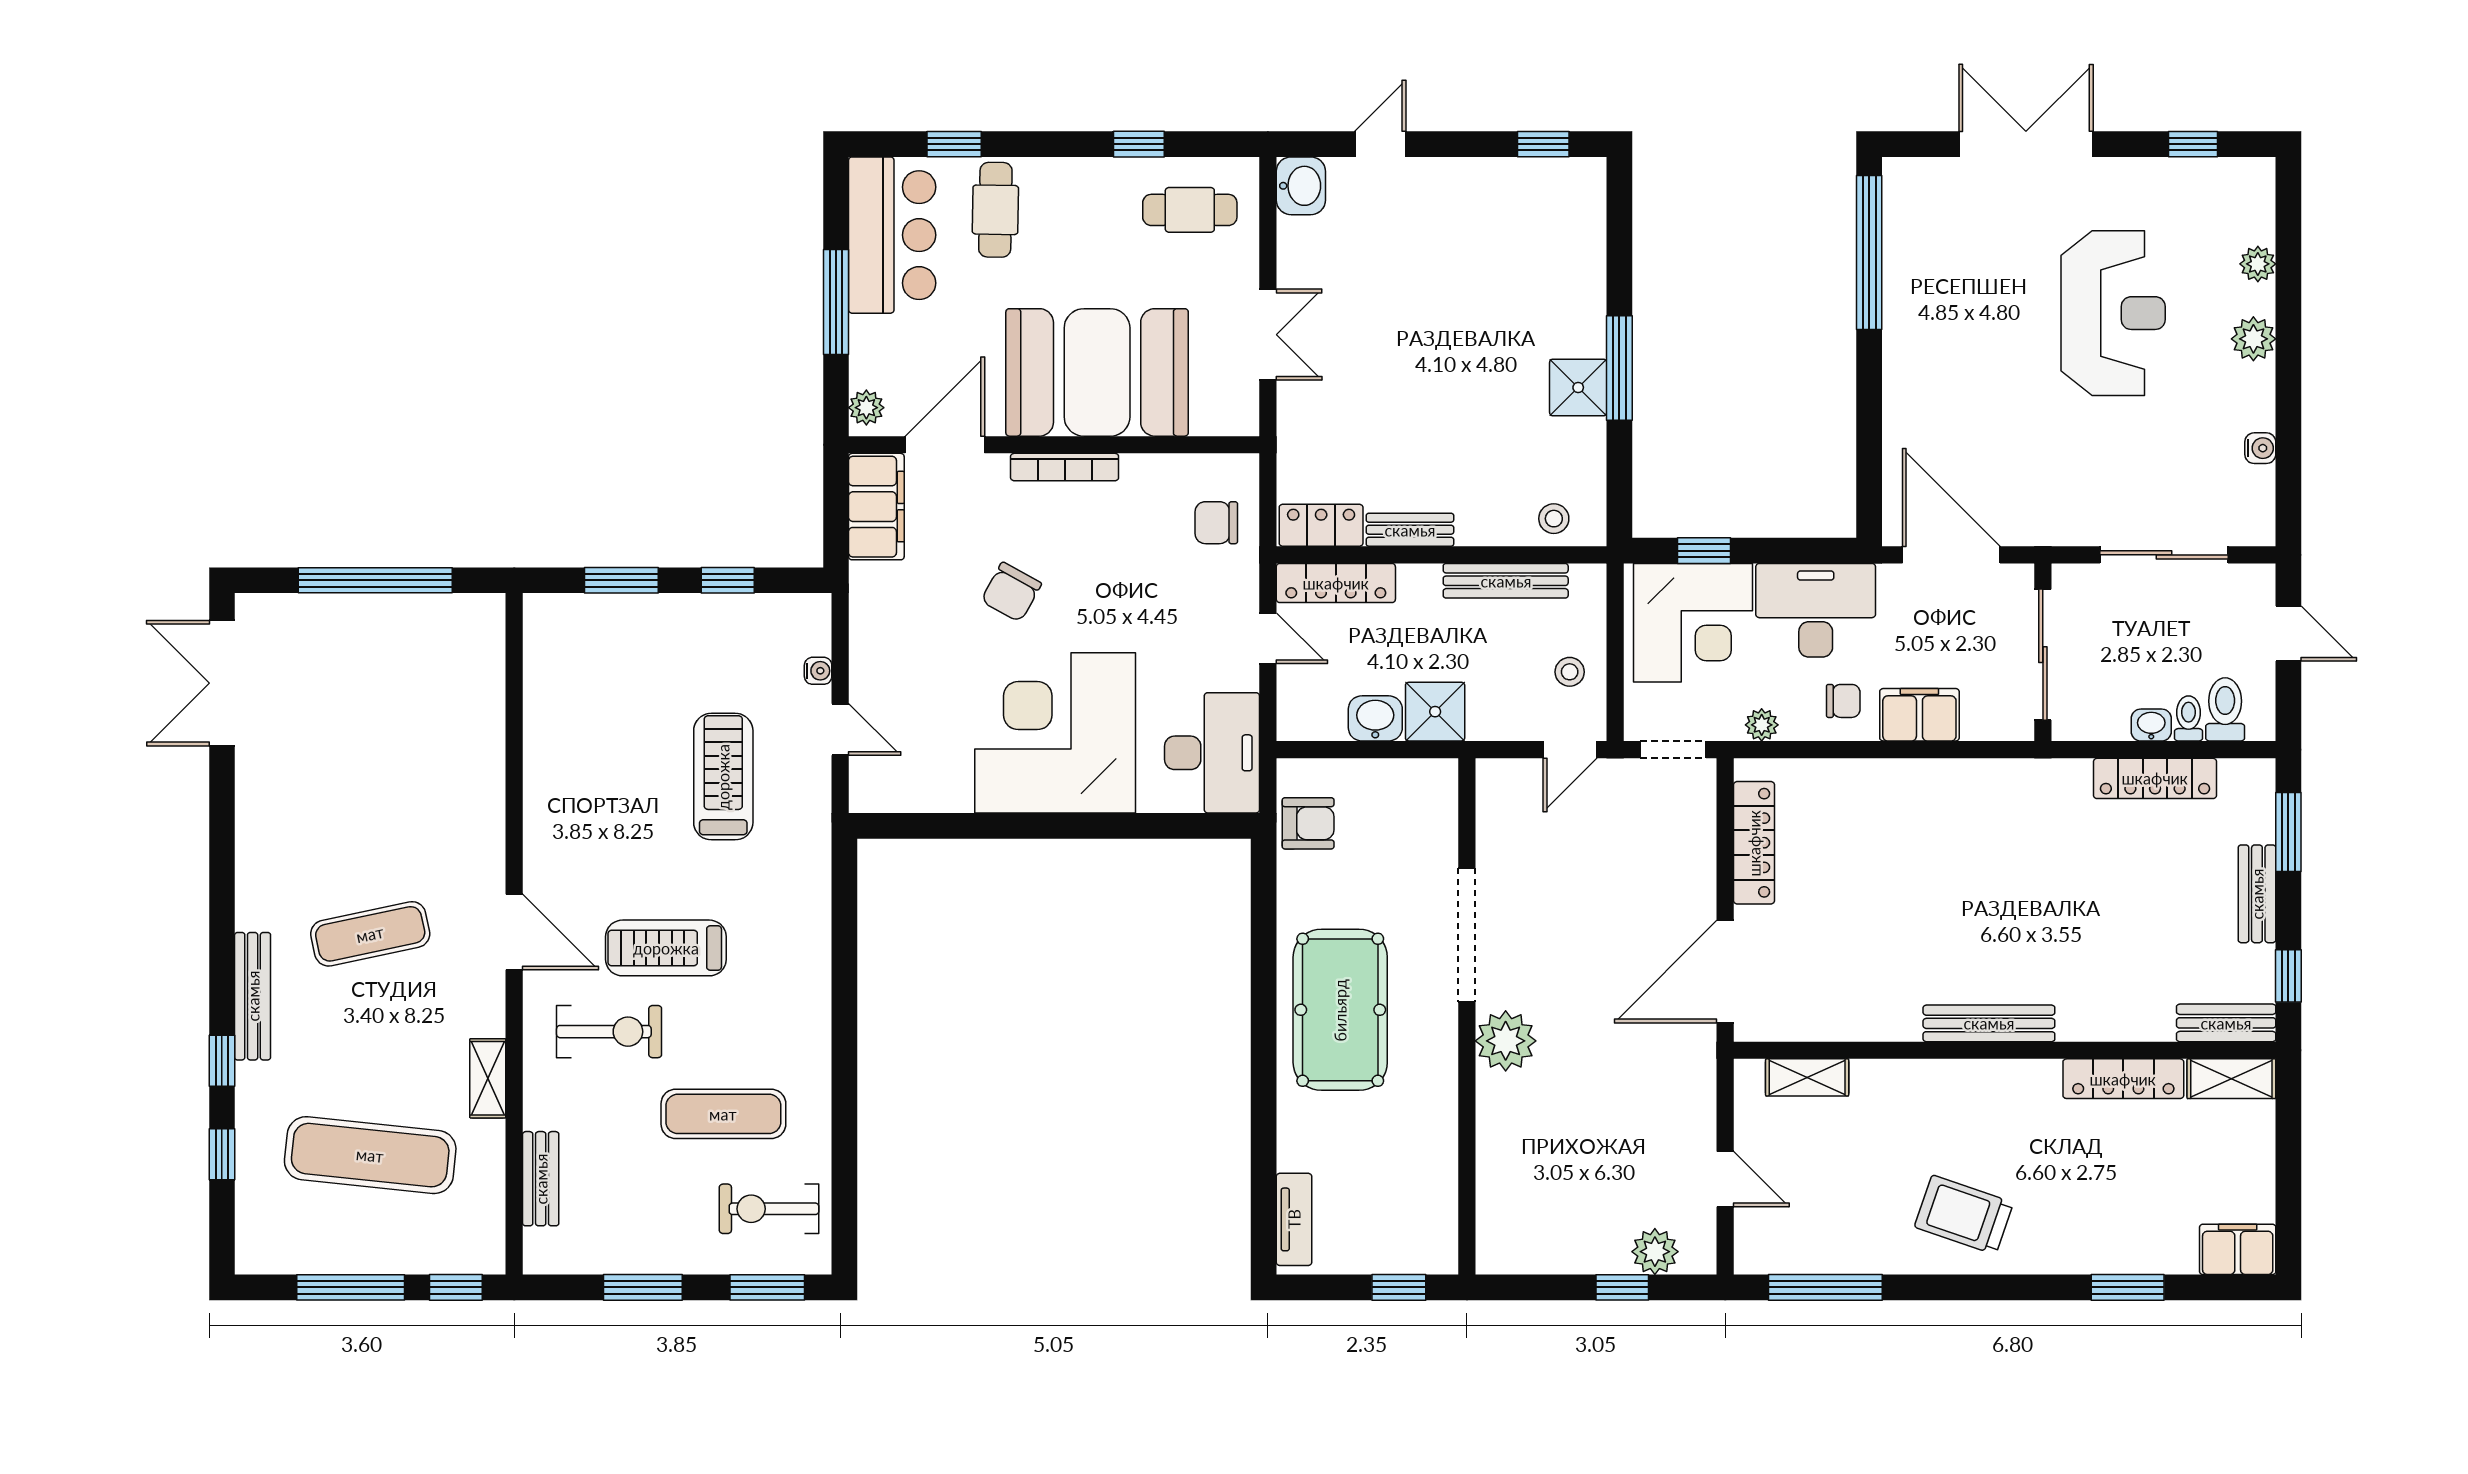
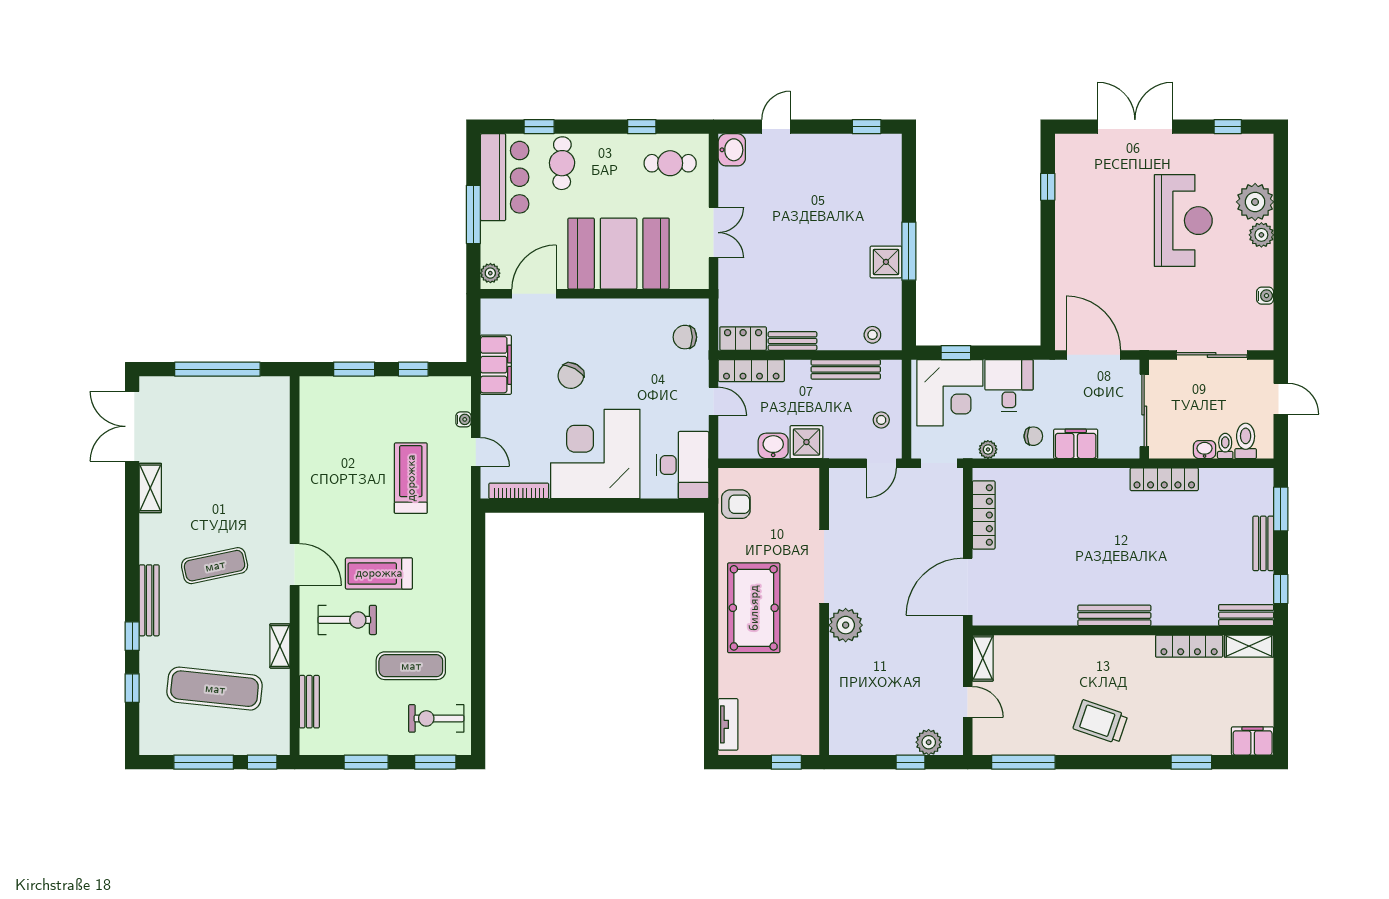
window: (1869, 252) -> (1048, 187), width x0.32
plant: (2258, 264) -> (1255, 202), width x1.88, depth x1.88
bookcase: (1065, 467) -> (519, 491), moved, turned 180
filing cabinet: (876, 507) -> (496, 365), moved
desk: (1816, 610) -> (1009, 386), width x0.73
locker: (2155, 778) -> (1164, 479), moved
shelving: (255, 794) -> (150, 488), added
shelving: (1807, 1077) -> (983, 658), moved, turned 90

